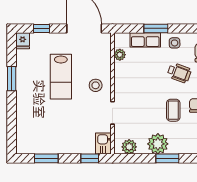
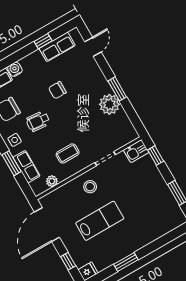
wheelchair: (179, 73) -> (38, 121), turned -105
coffee table: (173, 110) -> (68, 153), moved
plant: (129, 147) -> (126, 127), removed

